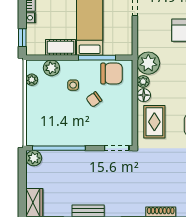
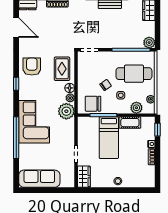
cafe table: (55, 115) -> (134, 74), added

